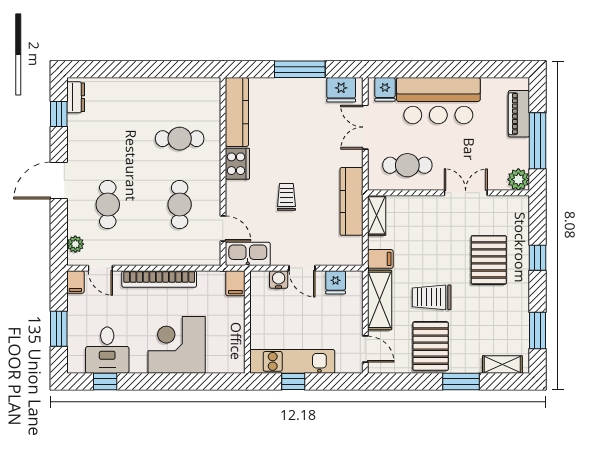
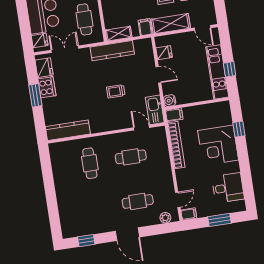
window: (300, 69) -> (35, 95), width x0.69
dresser: (76, 97) -> (74, 232), removed
double door: (365, 127) -> (65, 49), swing flipped
cooker: (237, 164) -> (47, 87), moved, turned 90
door: (223, 229) -> (141, 128), hinge flipped
door: (302, 268) -> (158, 75), hinge flipped
bookcase: (159, 279) -> (176, 145), moved
water cooler: (279, 279) -> (170, 101), moved
door: (365, 349) -> (203, 28), swing flipped
window: (105, 382) -> (239, 129), moved

